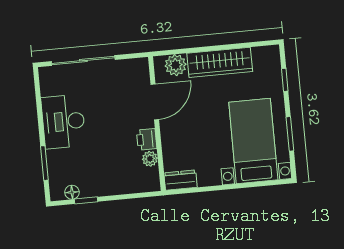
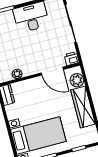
printer: (147, 139) -> (72, 59), moved

